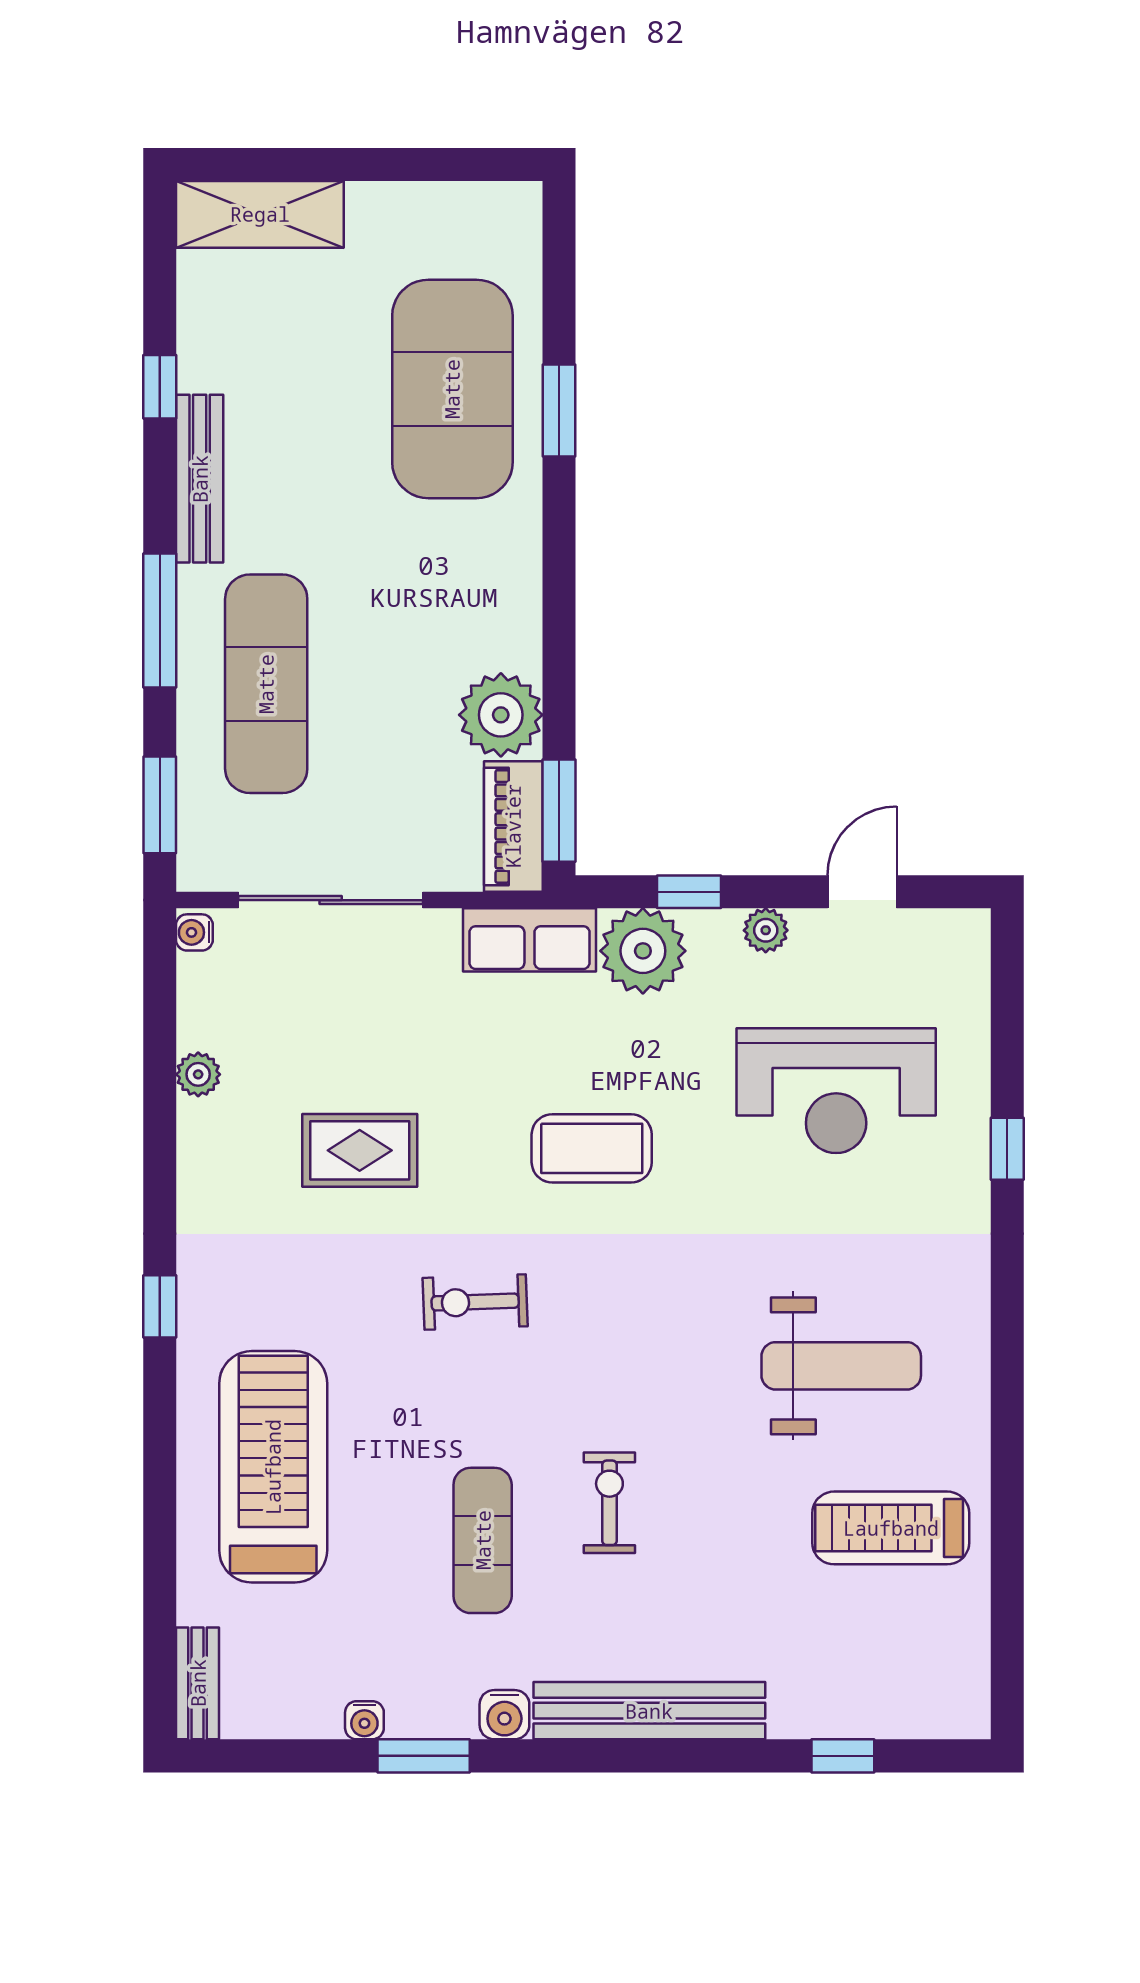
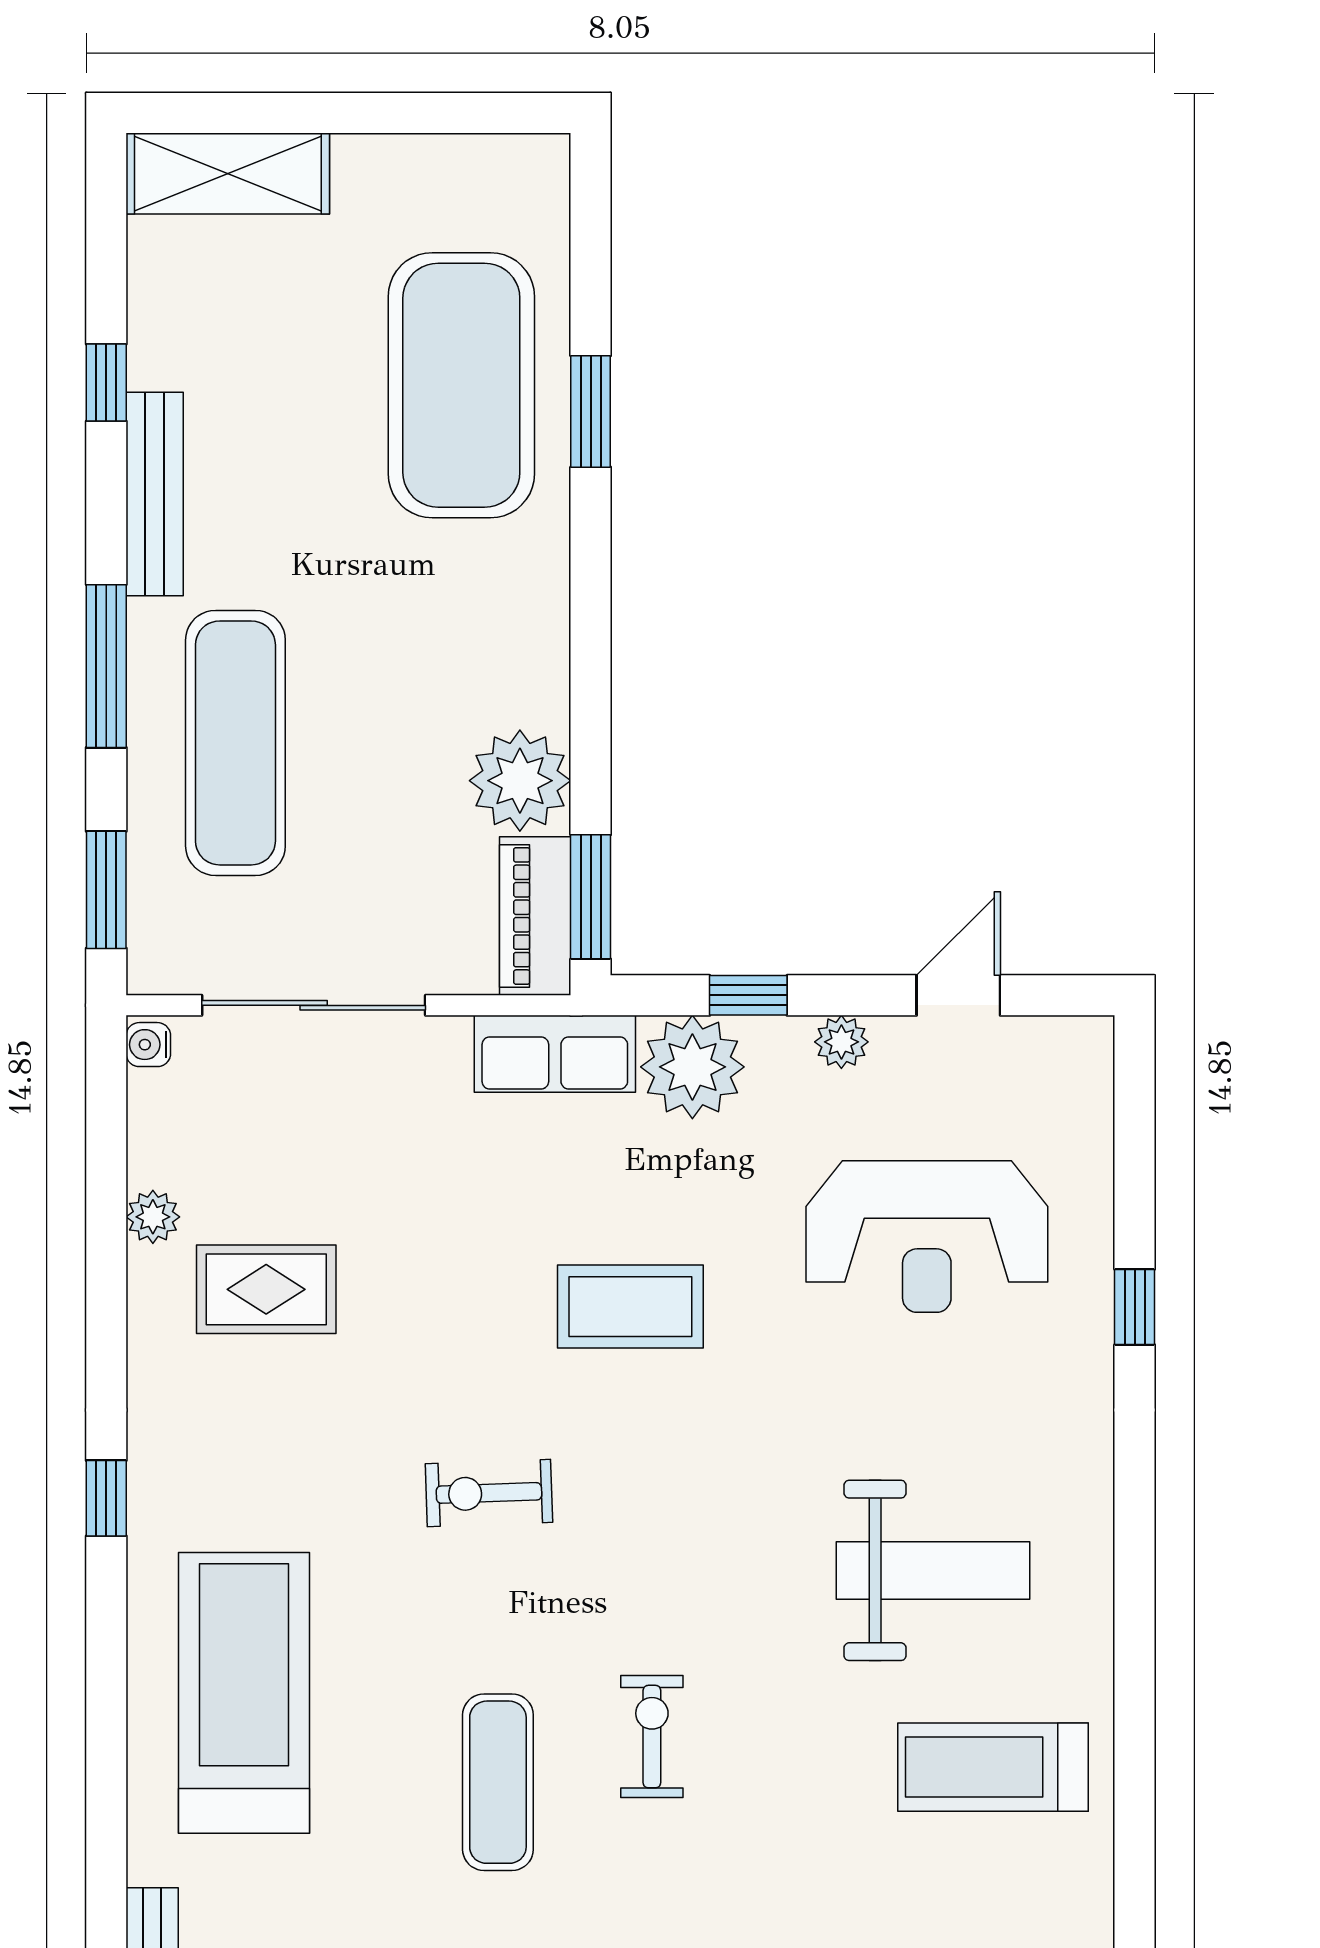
rug: (360, 1150) -> (266, 1289), moved

